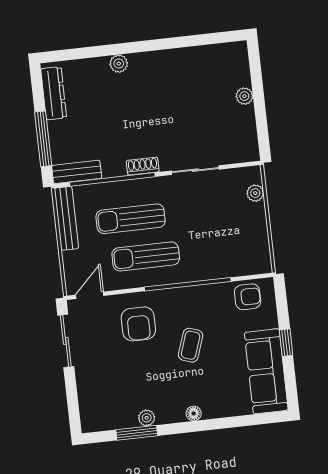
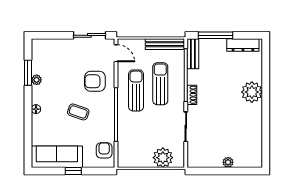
plant: (119, 64) -> (252, 92), width x1.87, depth x1.87
plant: (255, 193) -> (163, 158), width x1.88, depth x1.88
armchair: (248, 297) -> (104, 150), turned 180

